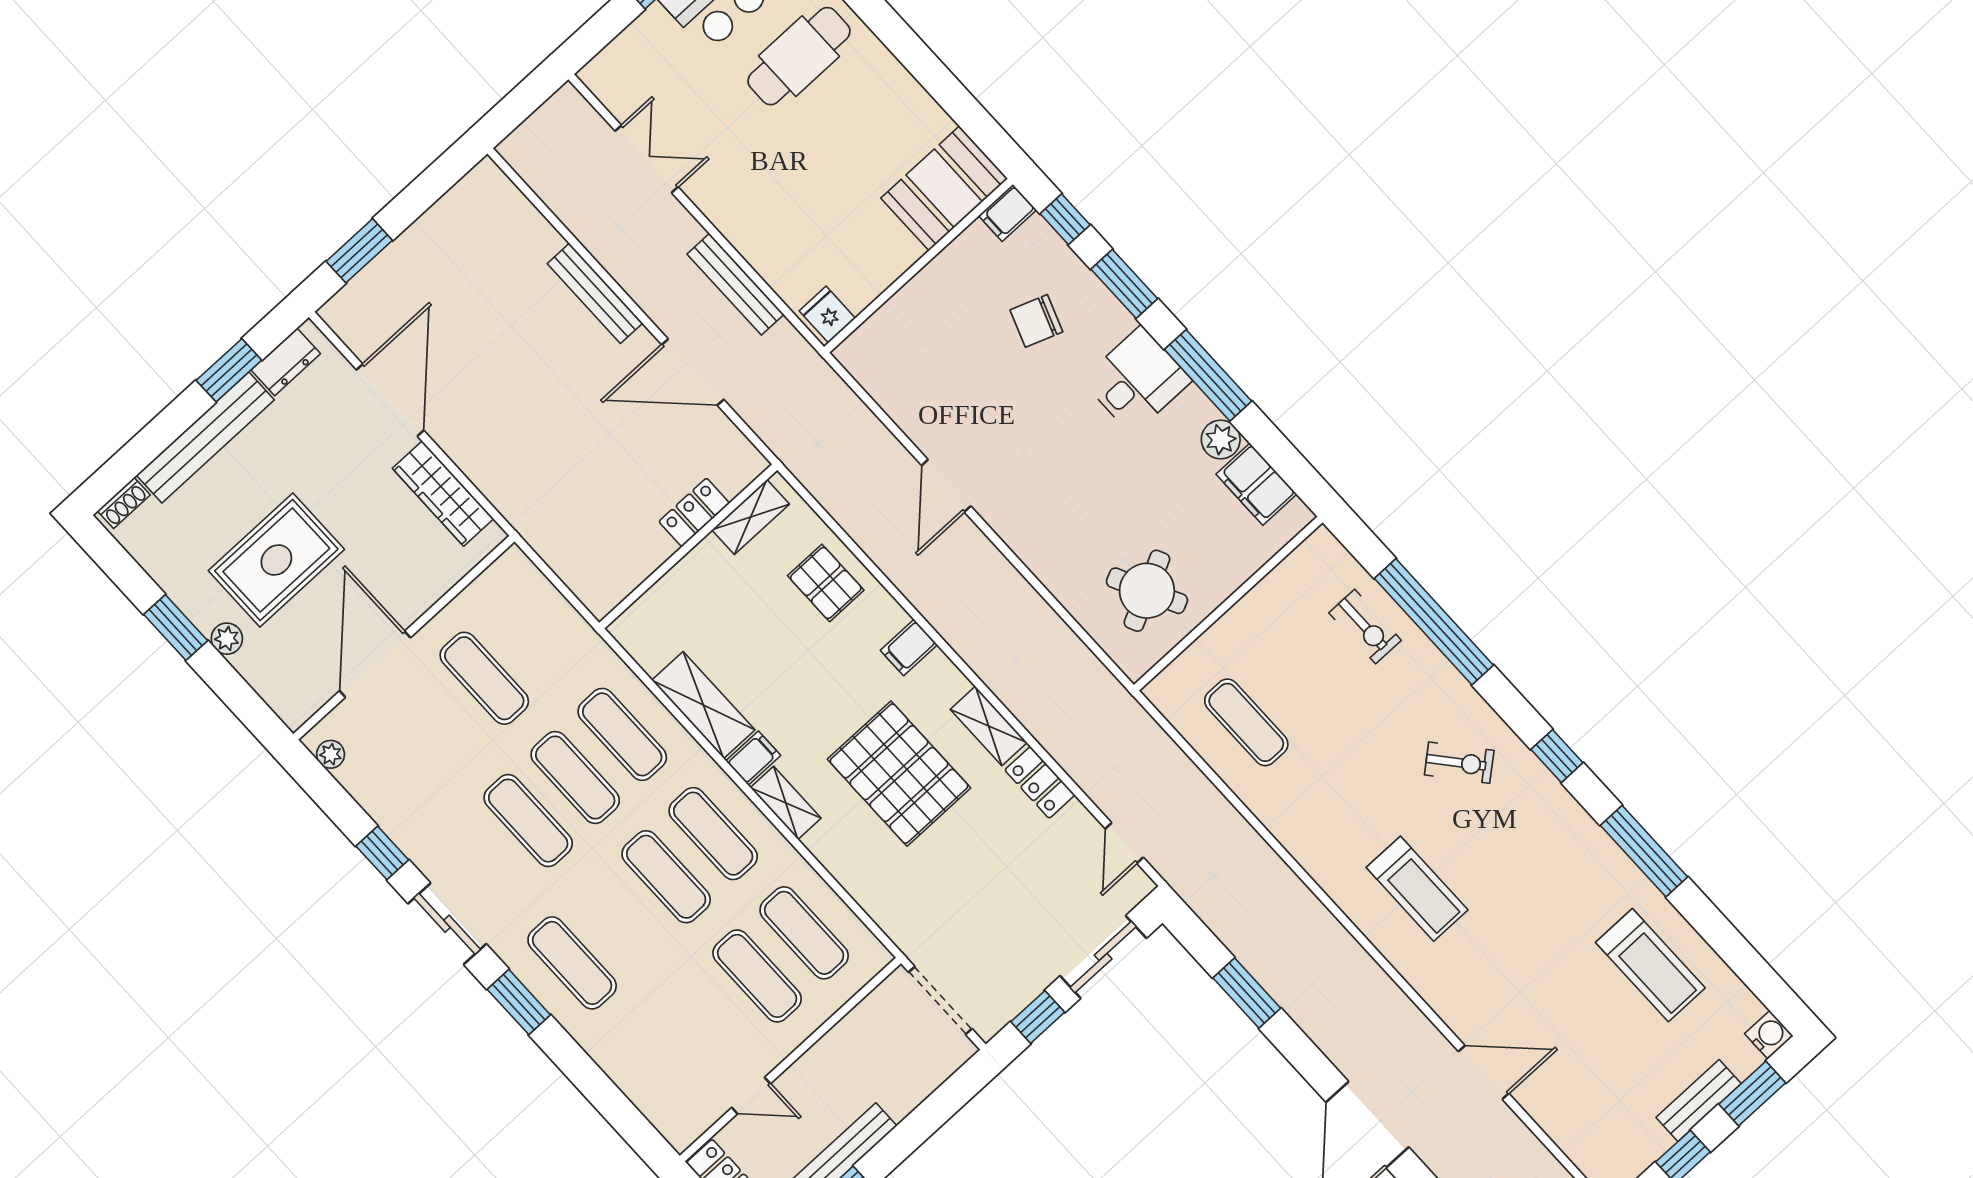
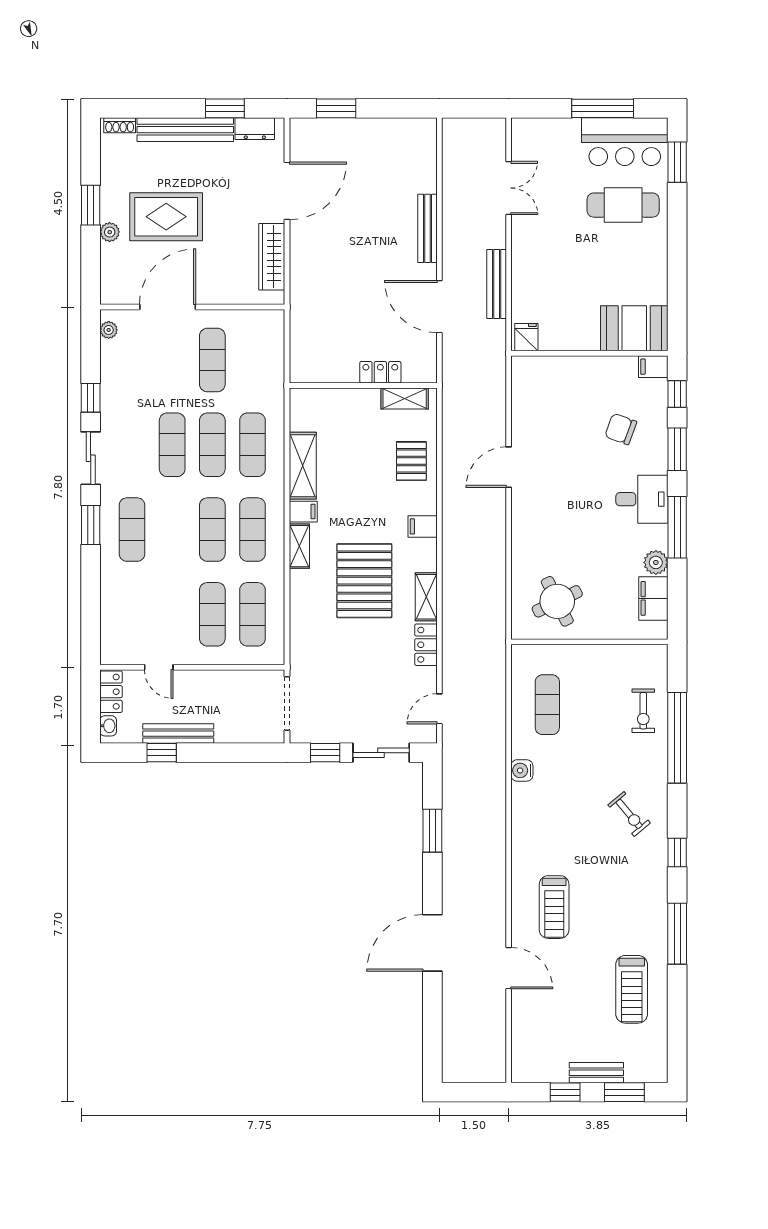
treadmill: (1417, 889) -> (554, 907), moved
water cooler: (1769, 1035) -> (522, 770), moved, turned 180

